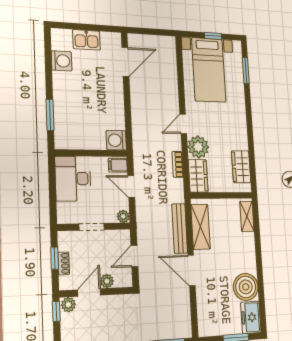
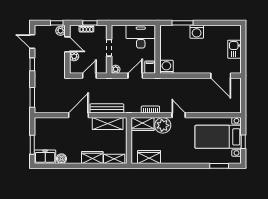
washing machine: (62, 61) -> (197, 32), moved
wardrobe: (247, 248) -> (92, 157), added
door: (134, 256) -> (89, 76), hinge flipped
boiler: (246, 287) -> (61, 159), width x0.54, depth x0.54

